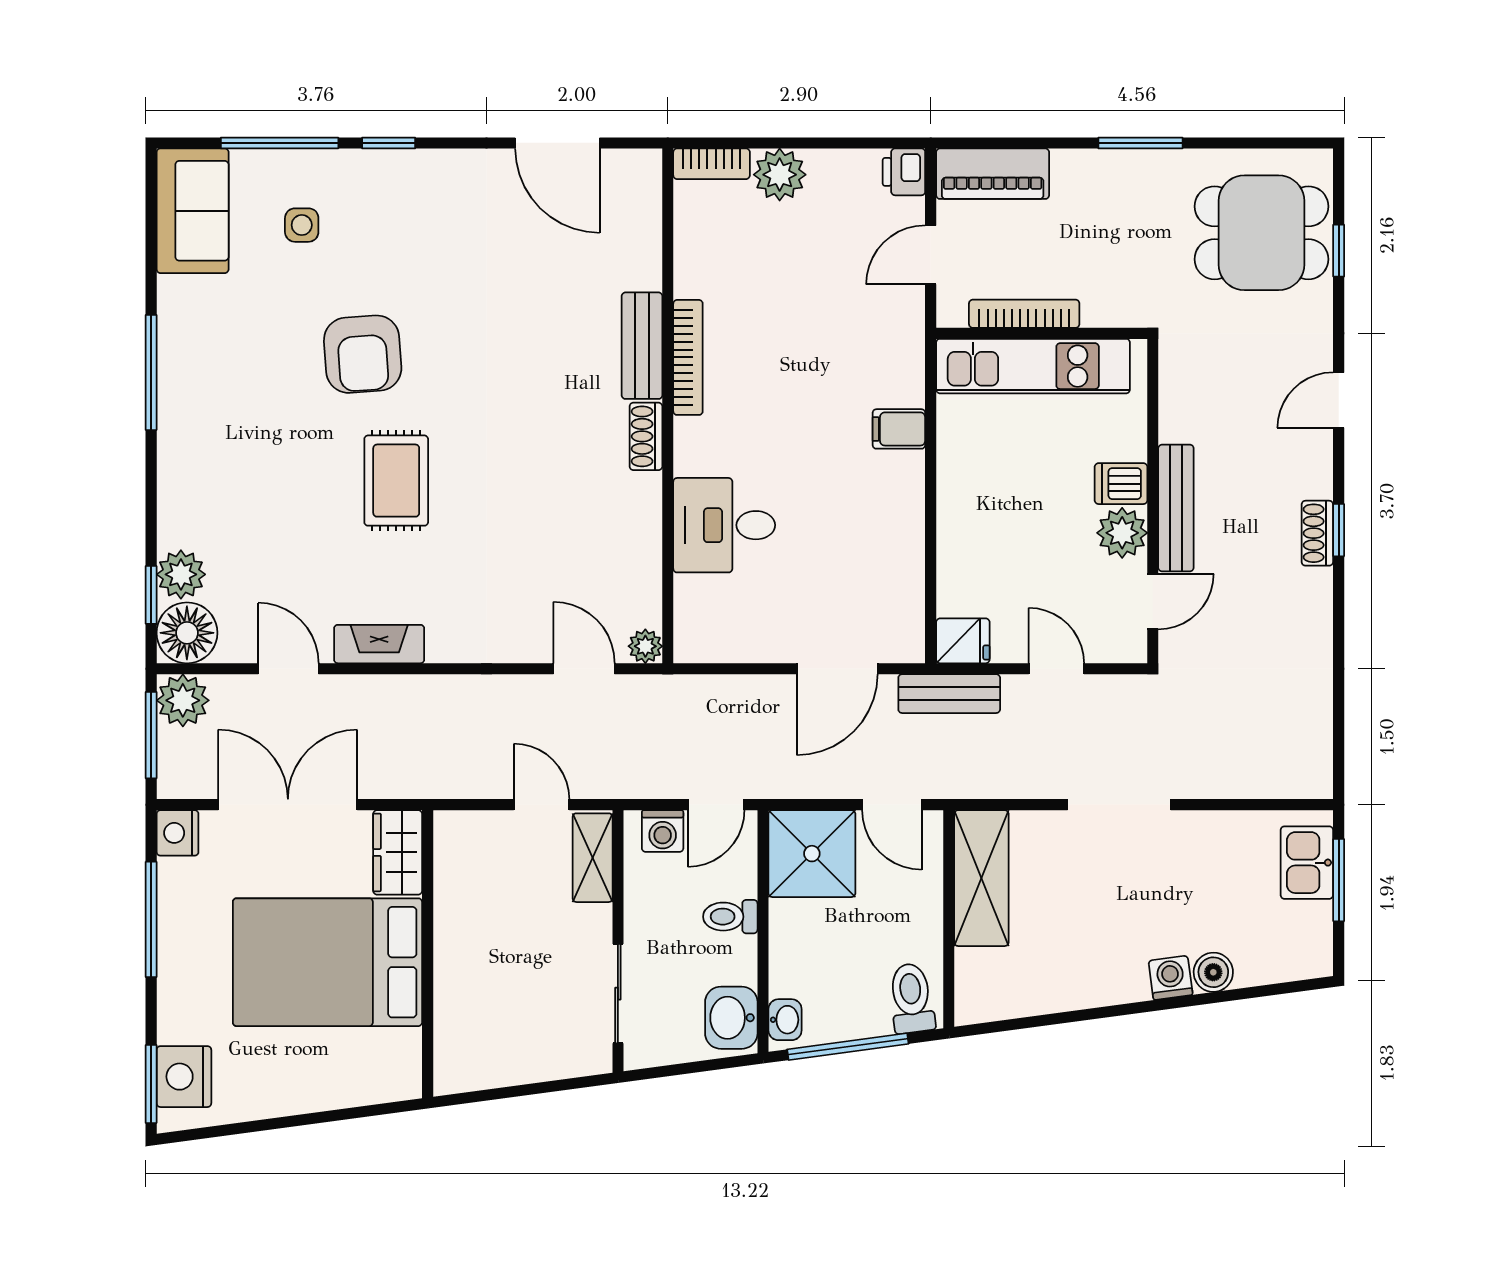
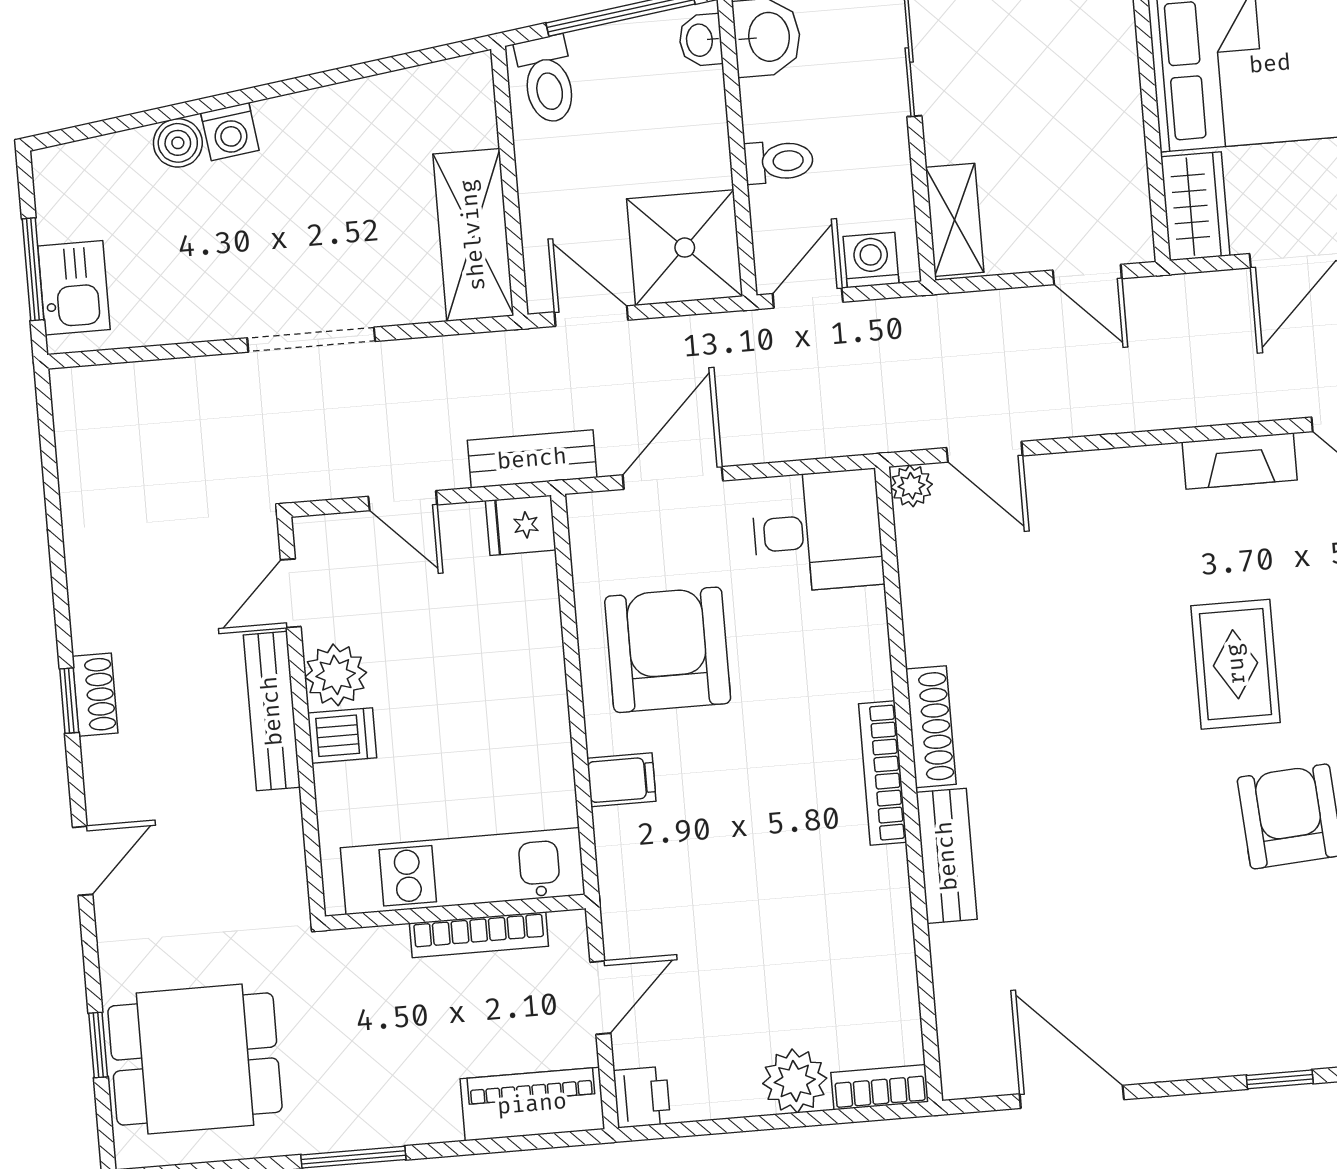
bookcase: (688, 357) -> (883, 773), moved
shoe rack: (646, 436) -> (931, 727), width x1.43
desk: (724, 525) -> (817, 531), moved
armchair: (853, 531) -> (668, 650), added
door: (541, 805) -> (1087, 274), moved

